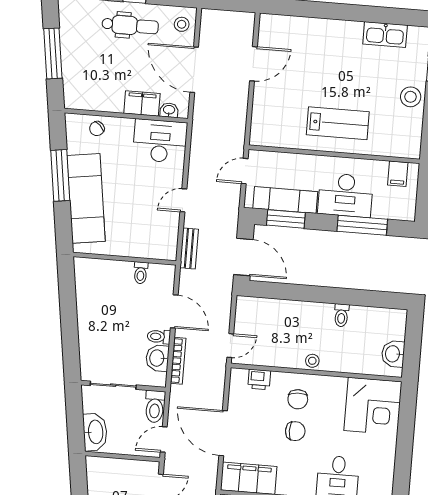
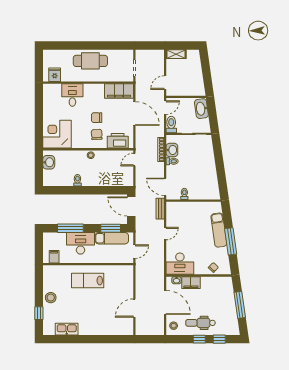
exam couch: (86, 198) -> (219, 230), width x0.73, depth x0.69
door: (174, 311) -> (165, 187), moved
printer: (259, 379) -> (118, 141), width x1.87, depth x1.48

